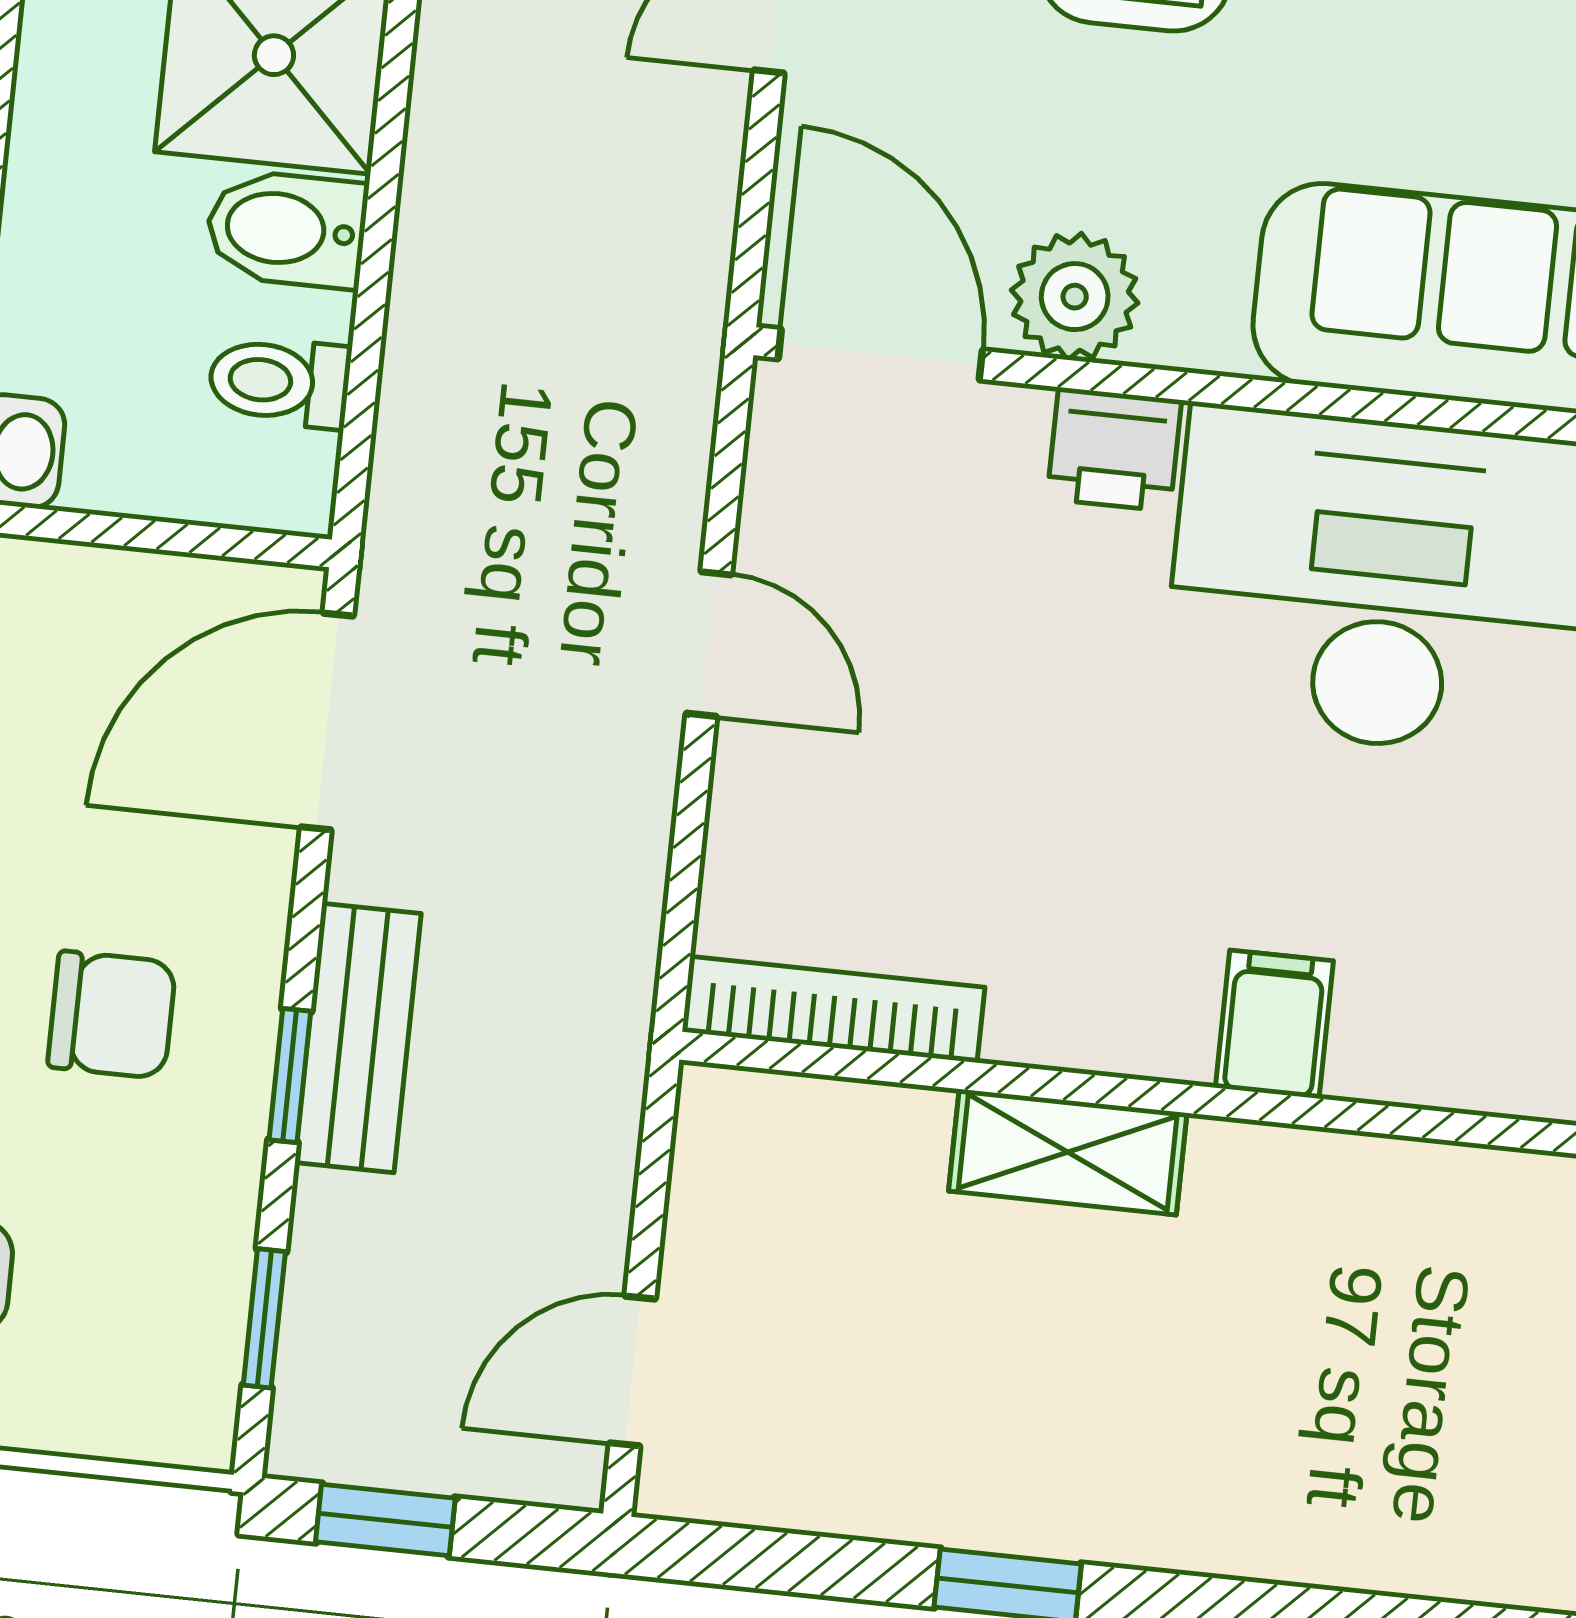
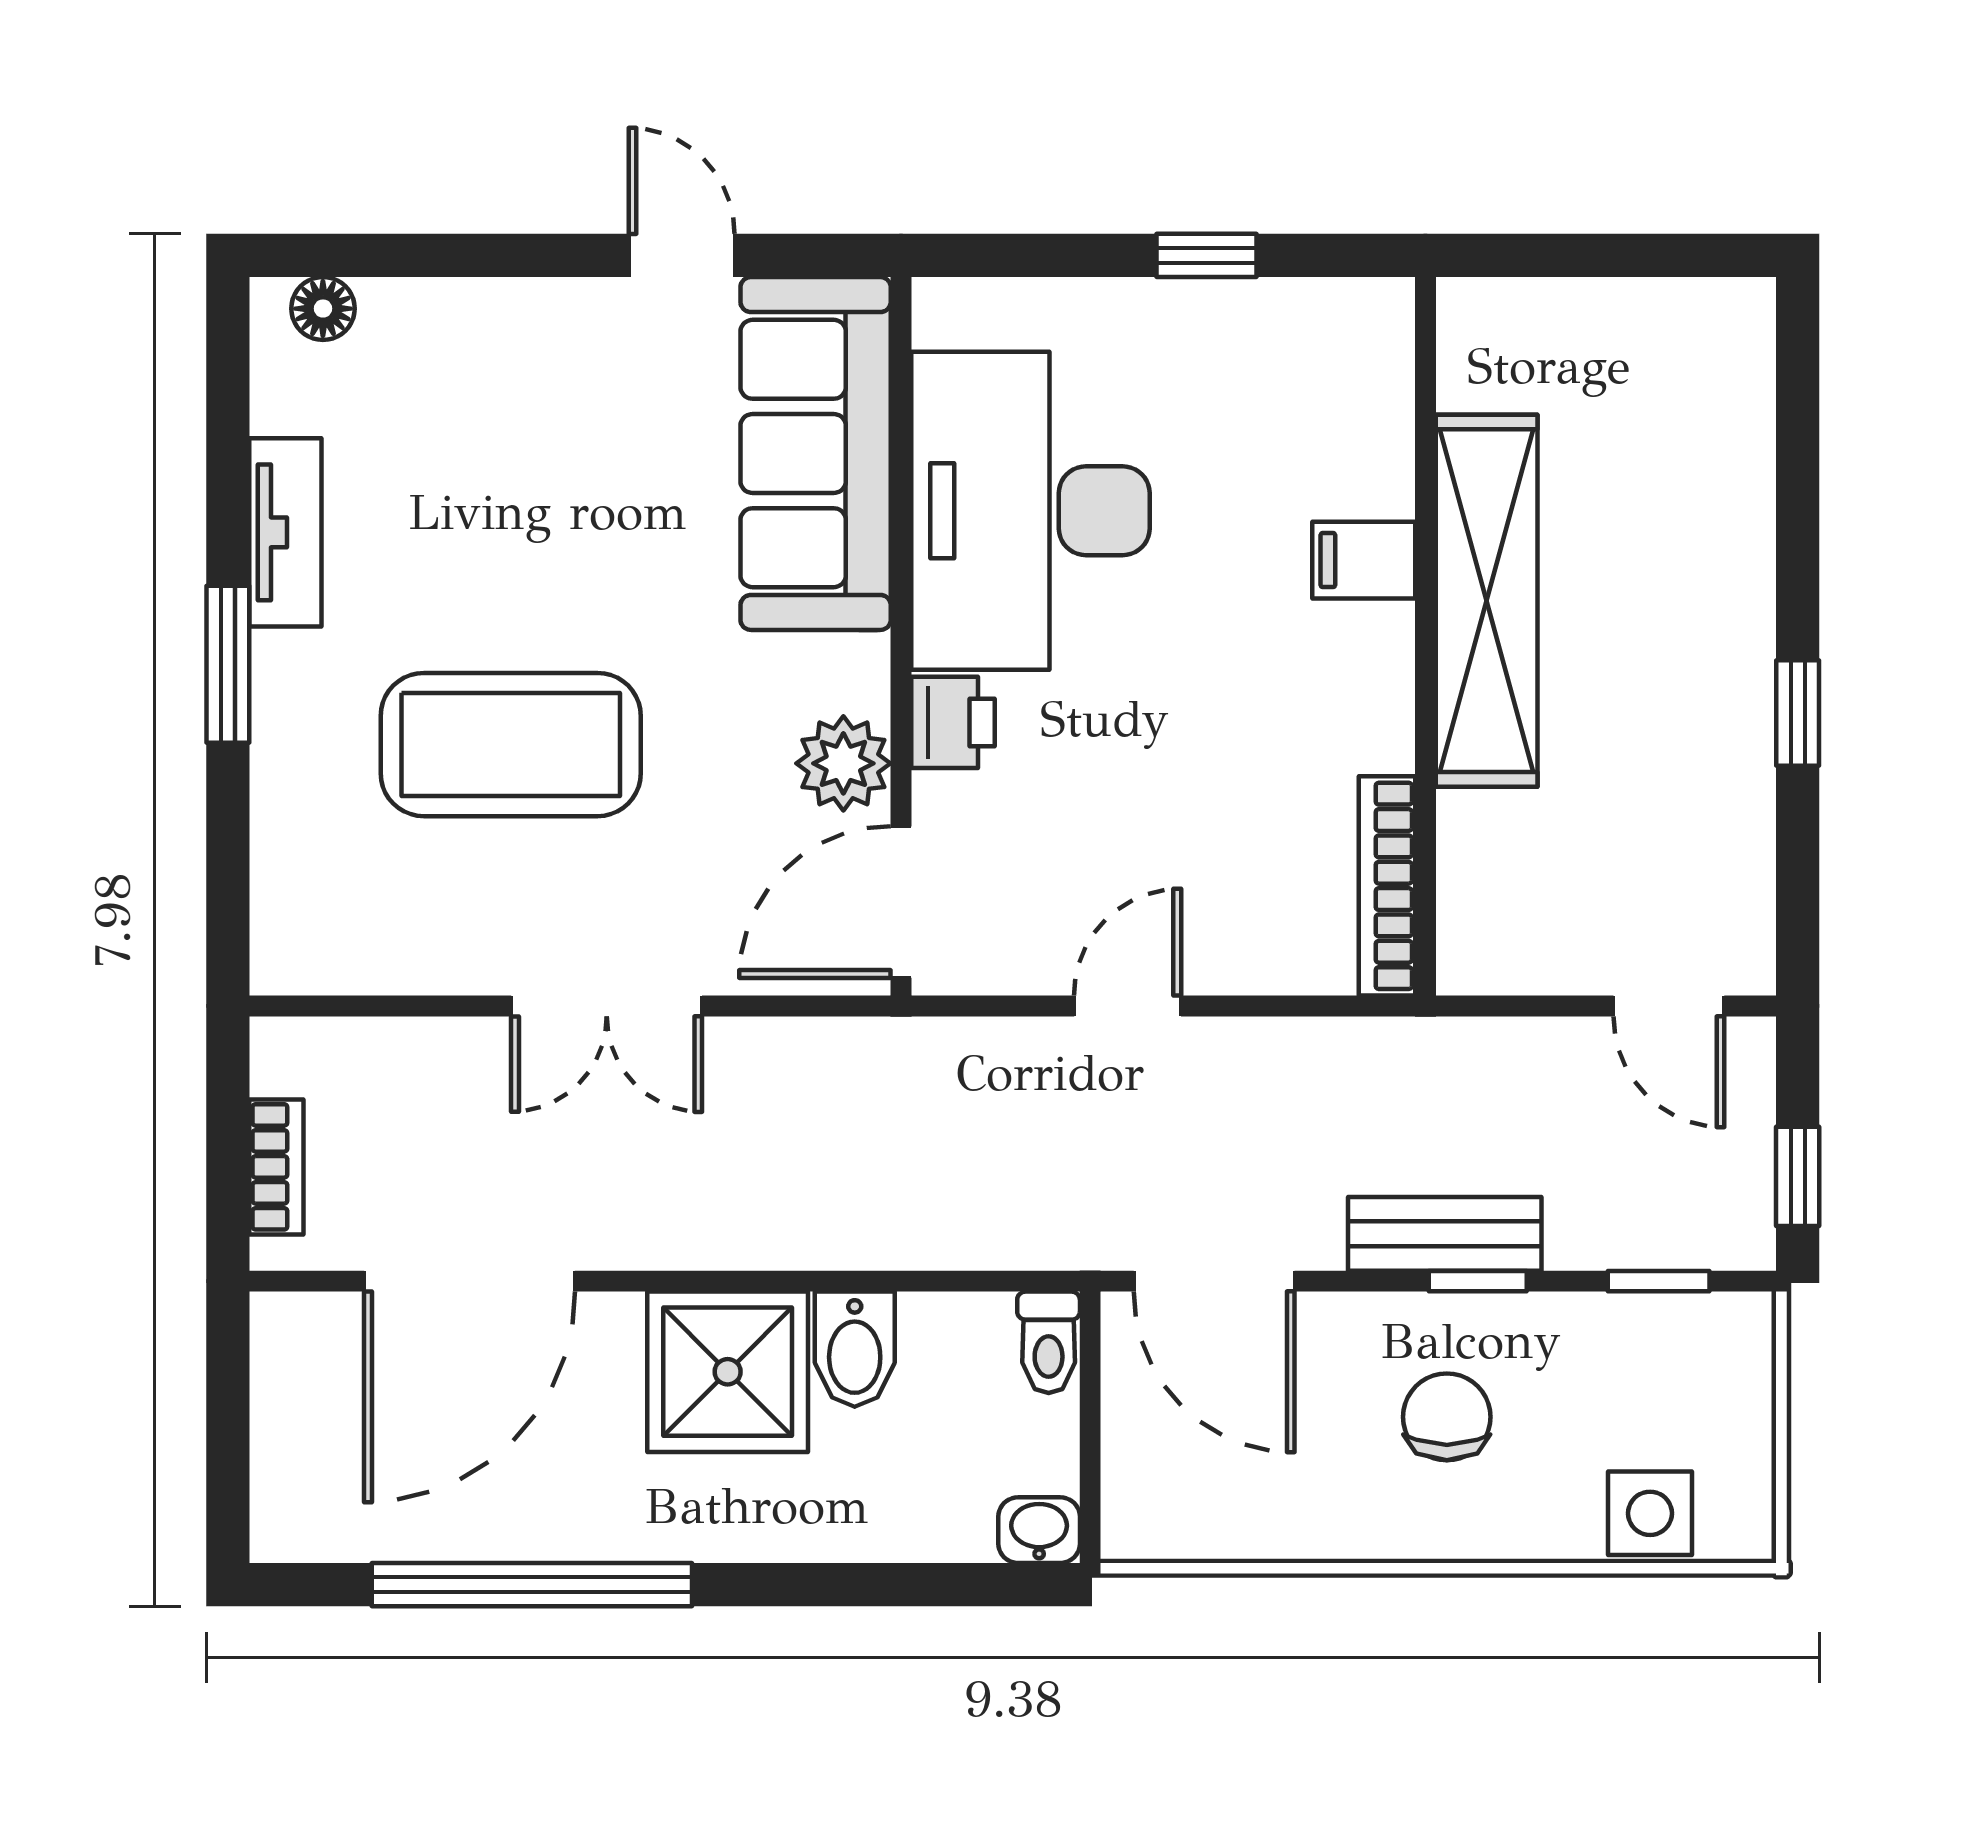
toilet: (280, 382) -> (1049, 1342), moved
shelving: (1068, 1152) -> (1487, 601), width x2.20, depth x1.33

